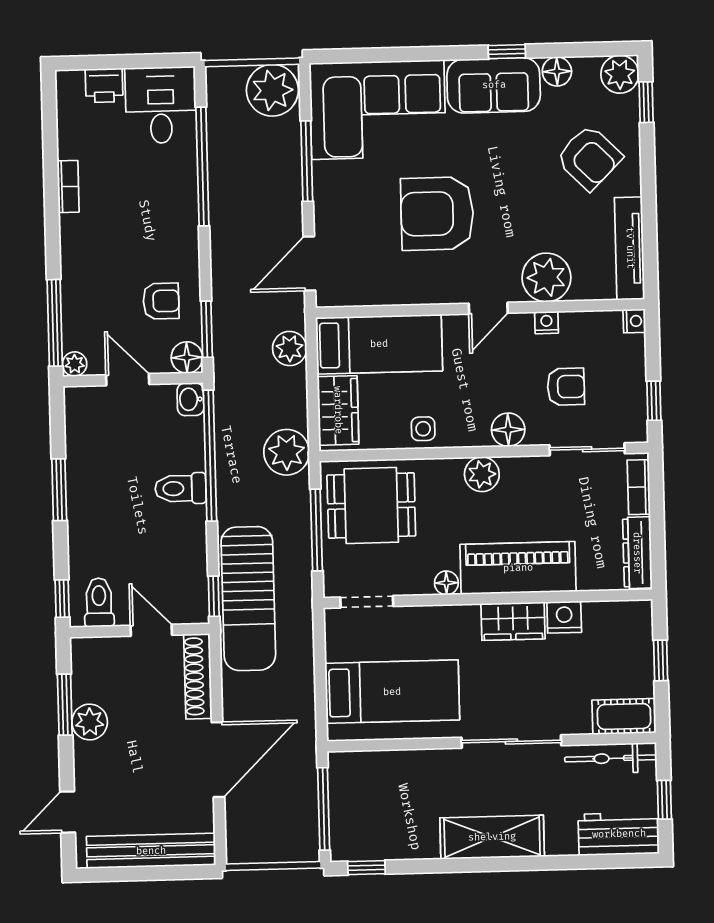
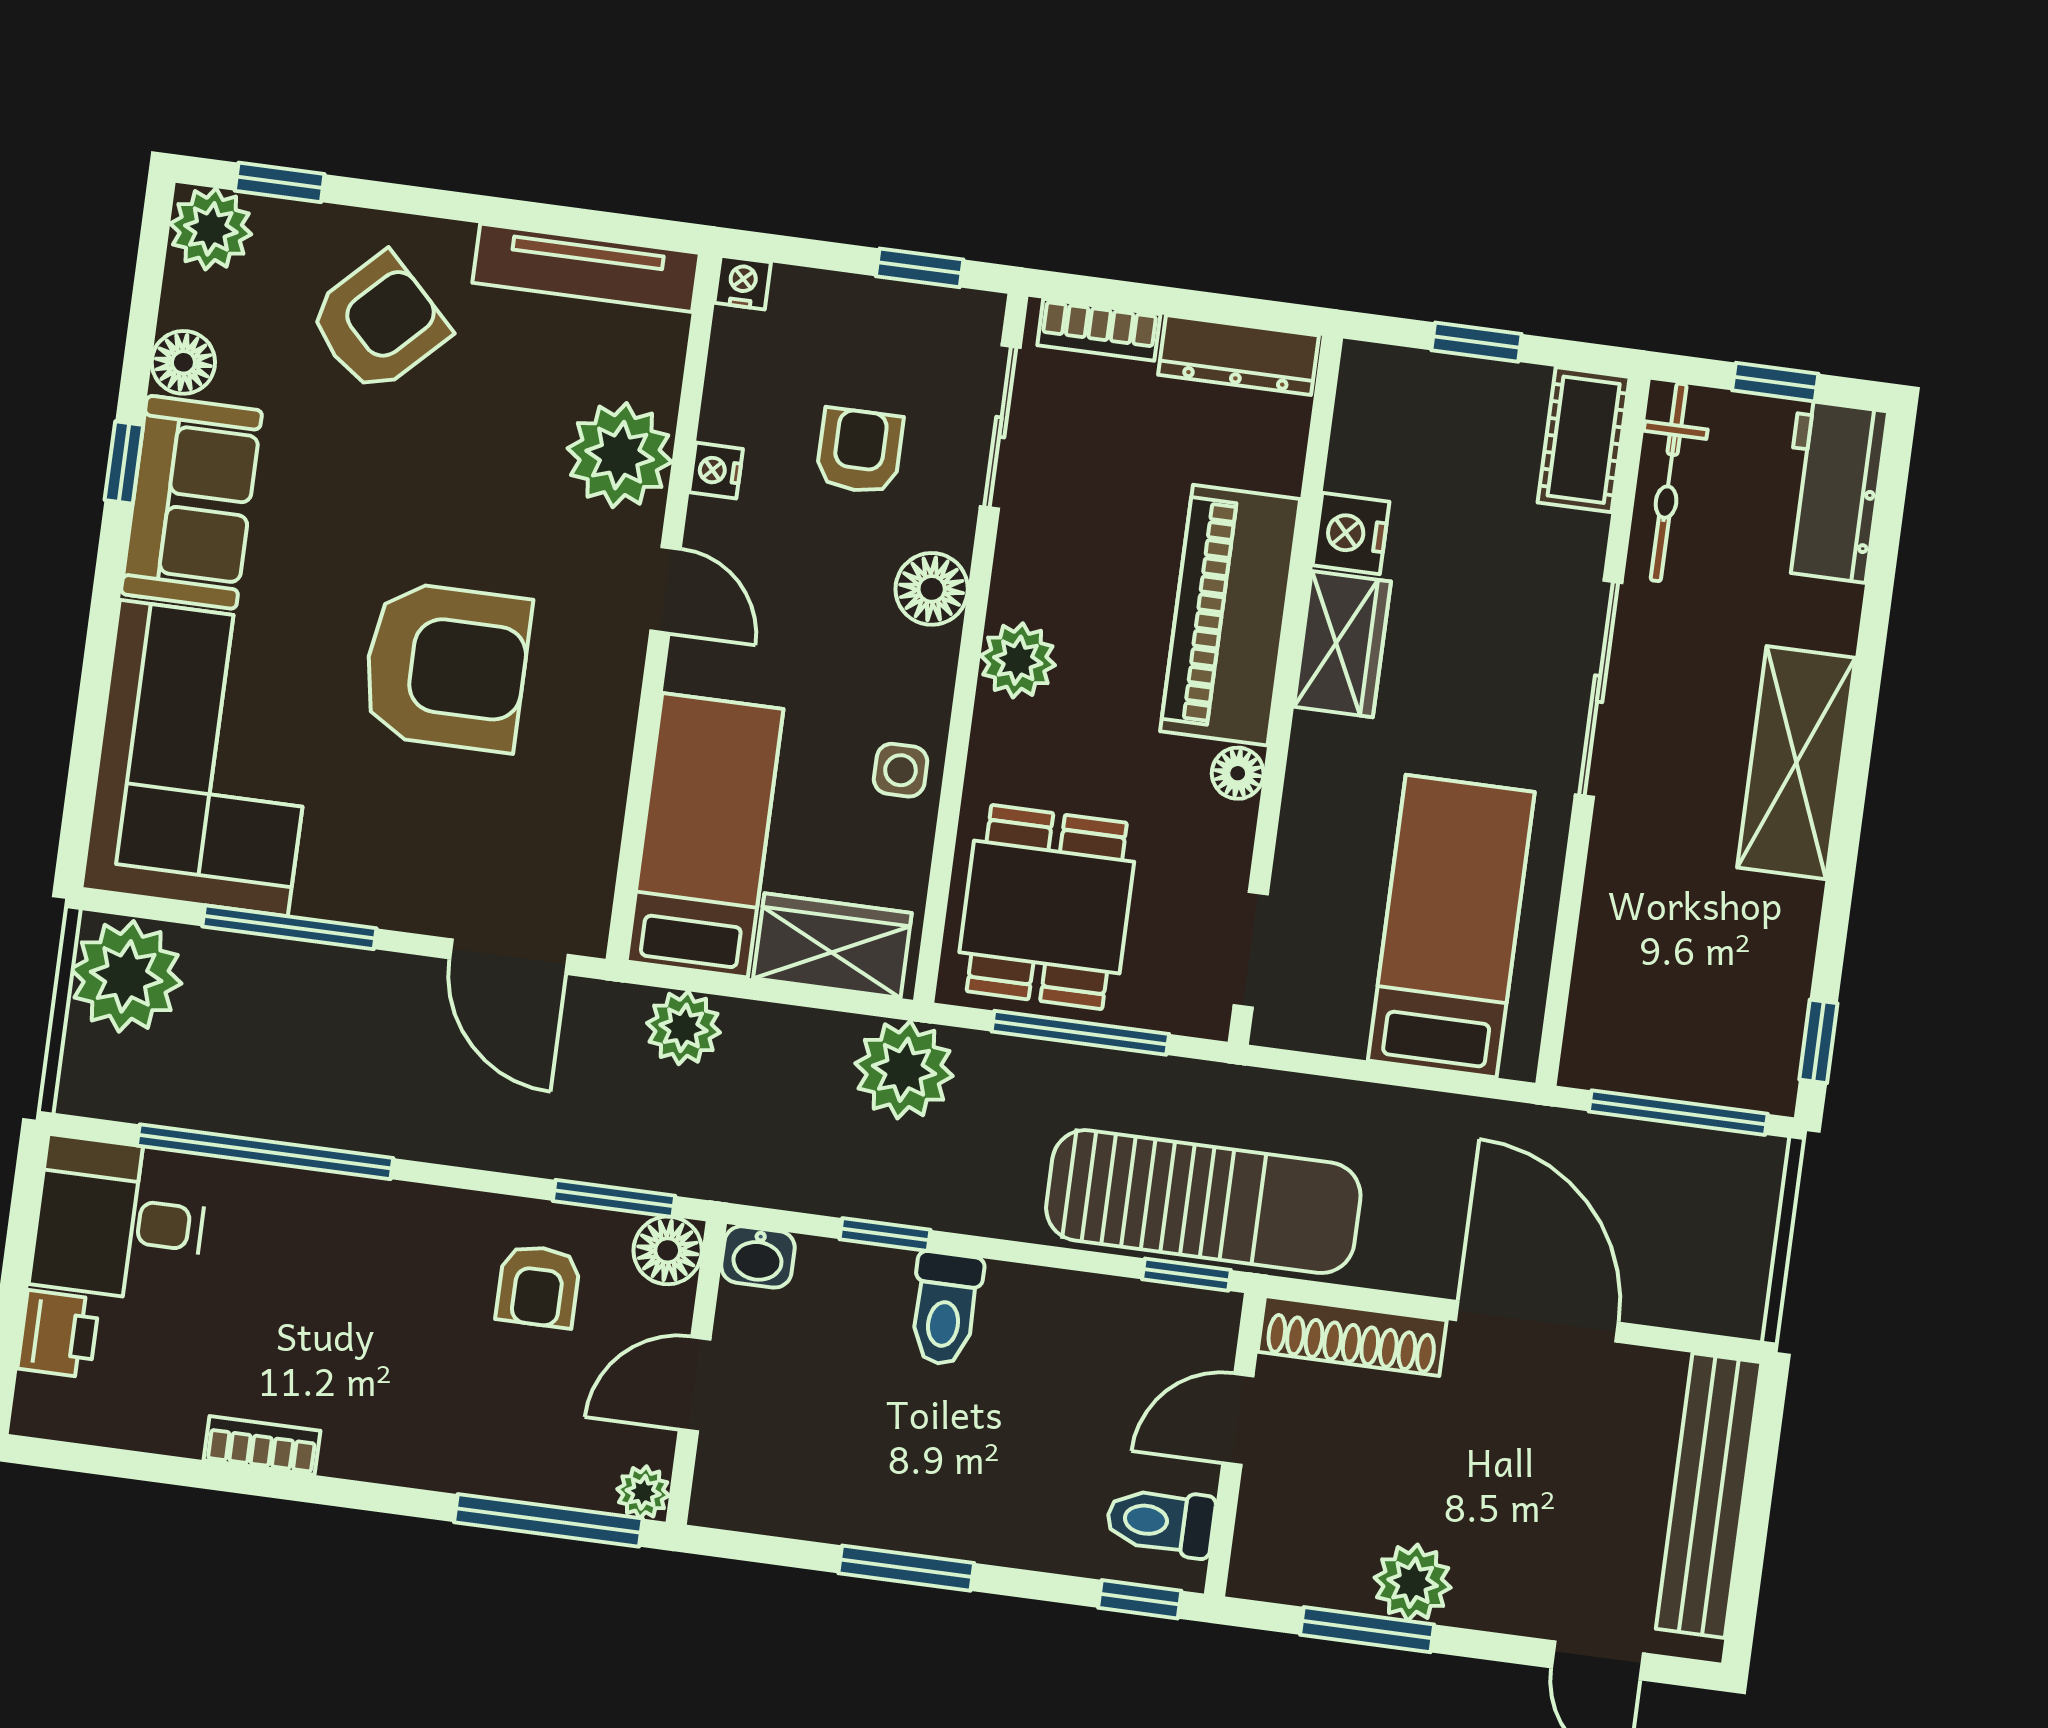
armchair: (437, 214) -> (446, 667), turned -90
armchair: (161, 301) -> (538, 1286), turned 180
window: (210, 456) -> (885, 1234), width x0.32

